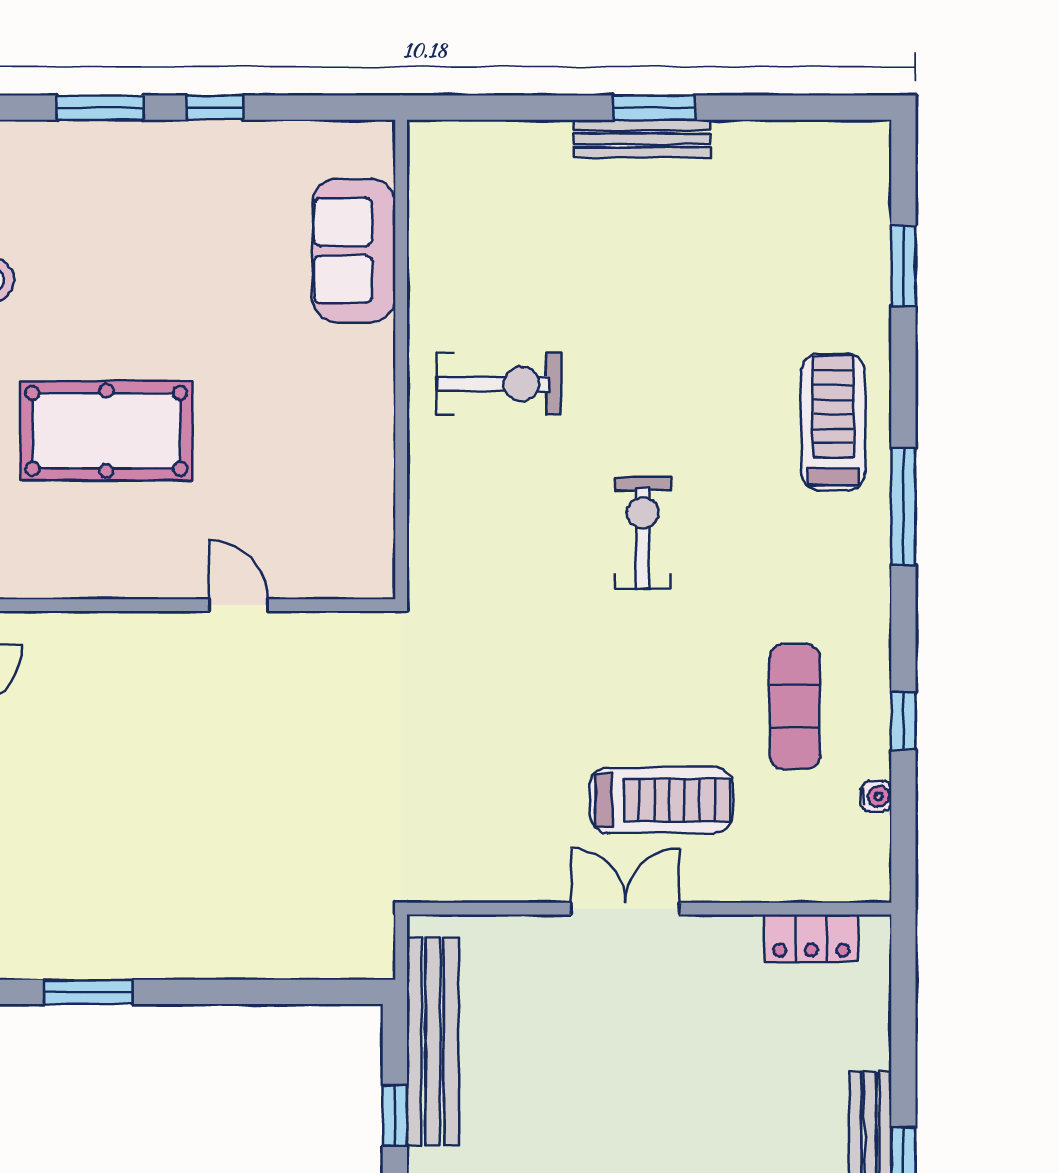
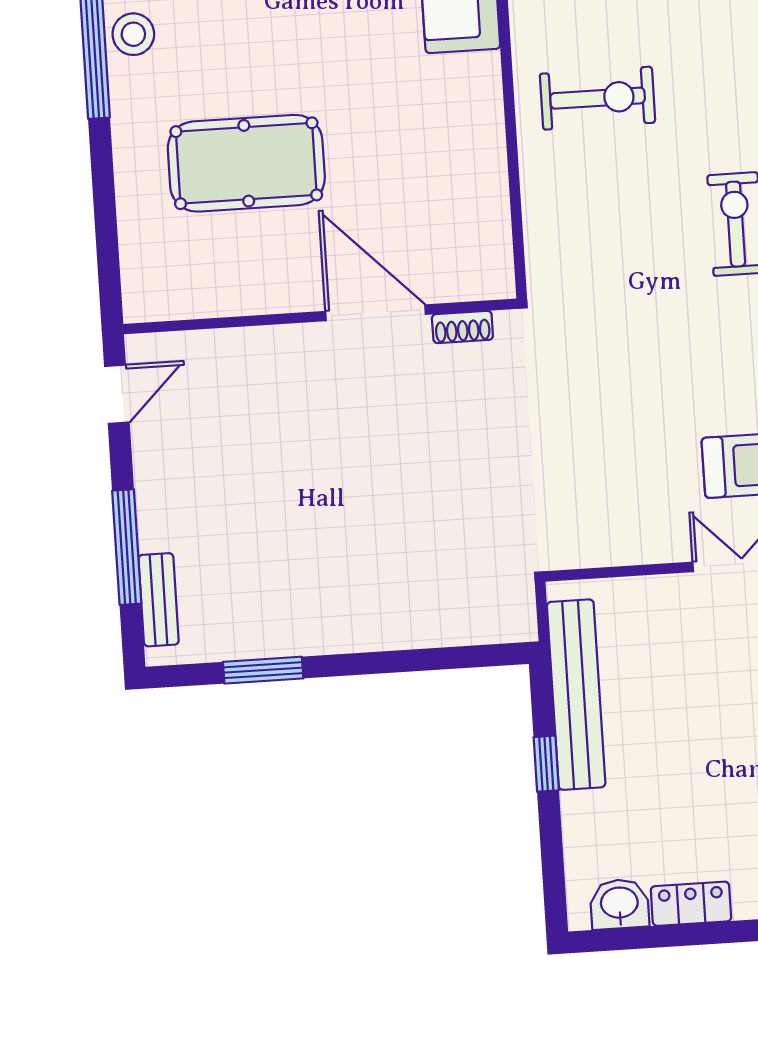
door: (238, 605) -> (376, 313), width x1.88
shoe rack: (334, 627) -> (462, 327), added

